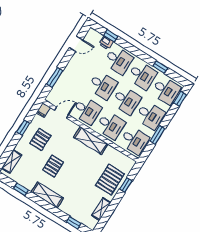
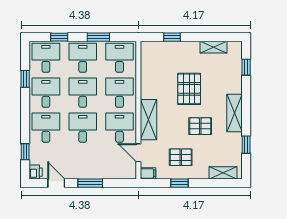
printer: (106, 43) -> (36, 172), moved
window: (55, 77) -> (90, 183), moved
window: (180, 99) -> (59, 37), moved
shelving: (91, 141) -> (148, 120), moved
pallet: (110, 179) -> (189, 89), moved, turned 90

